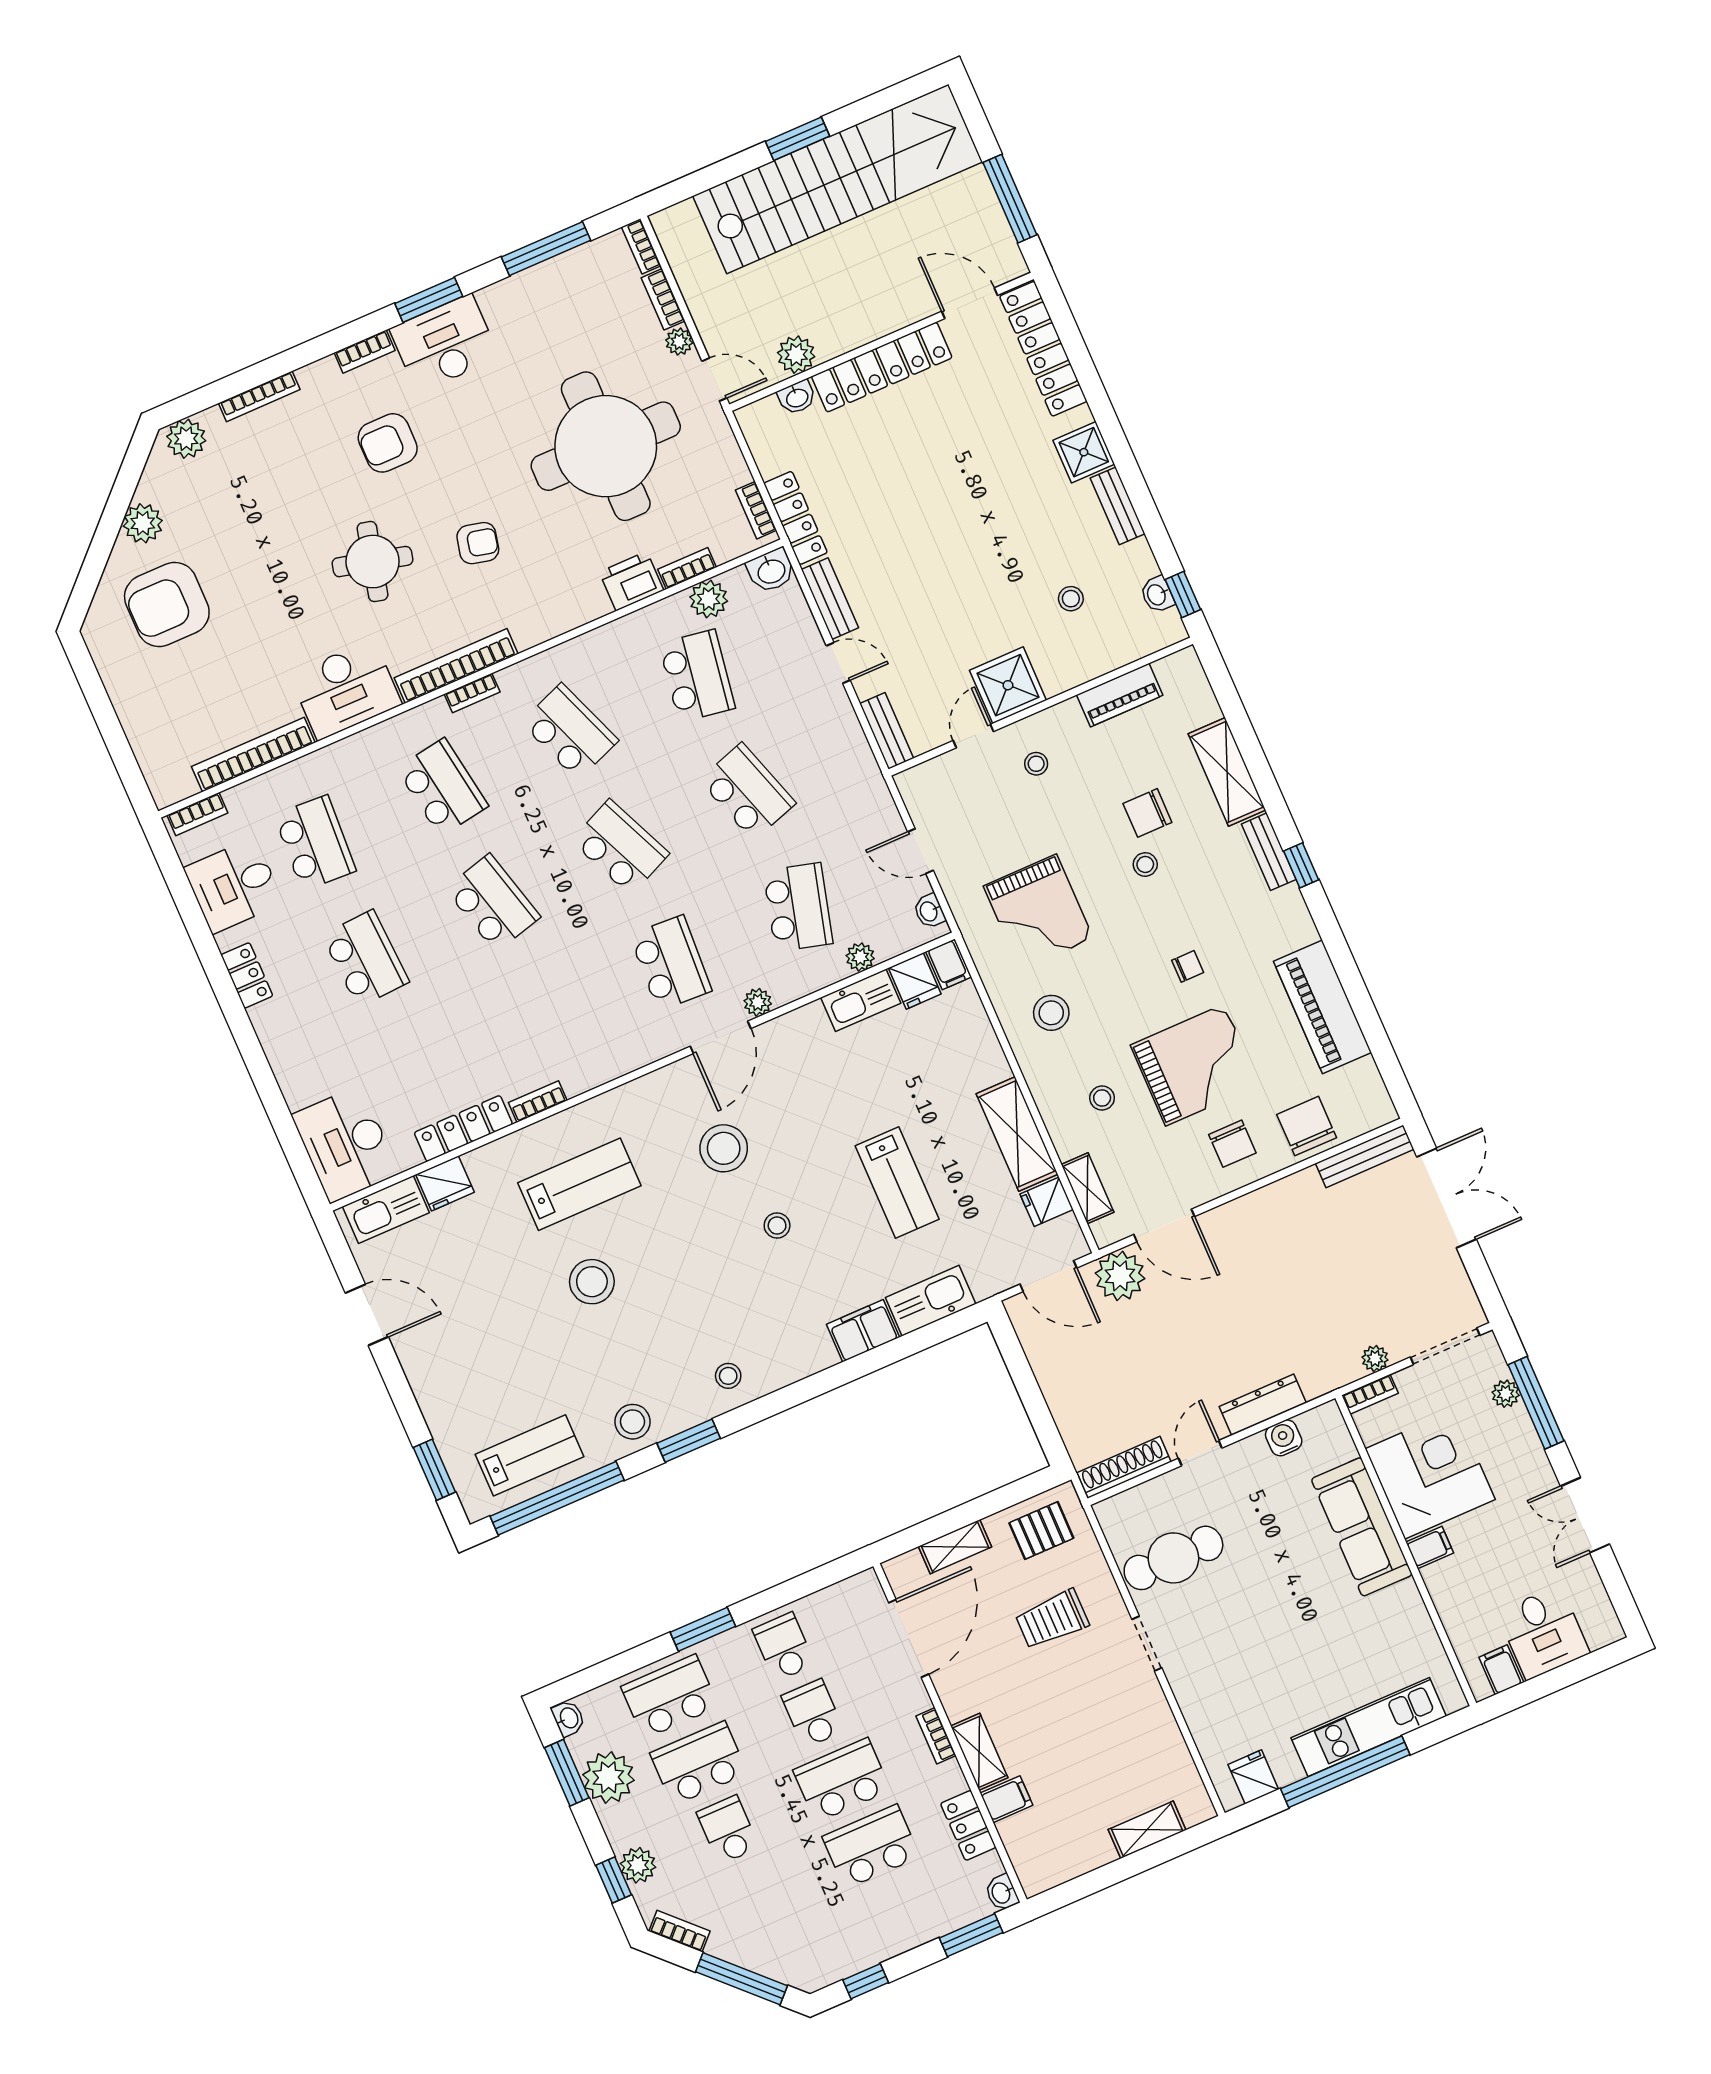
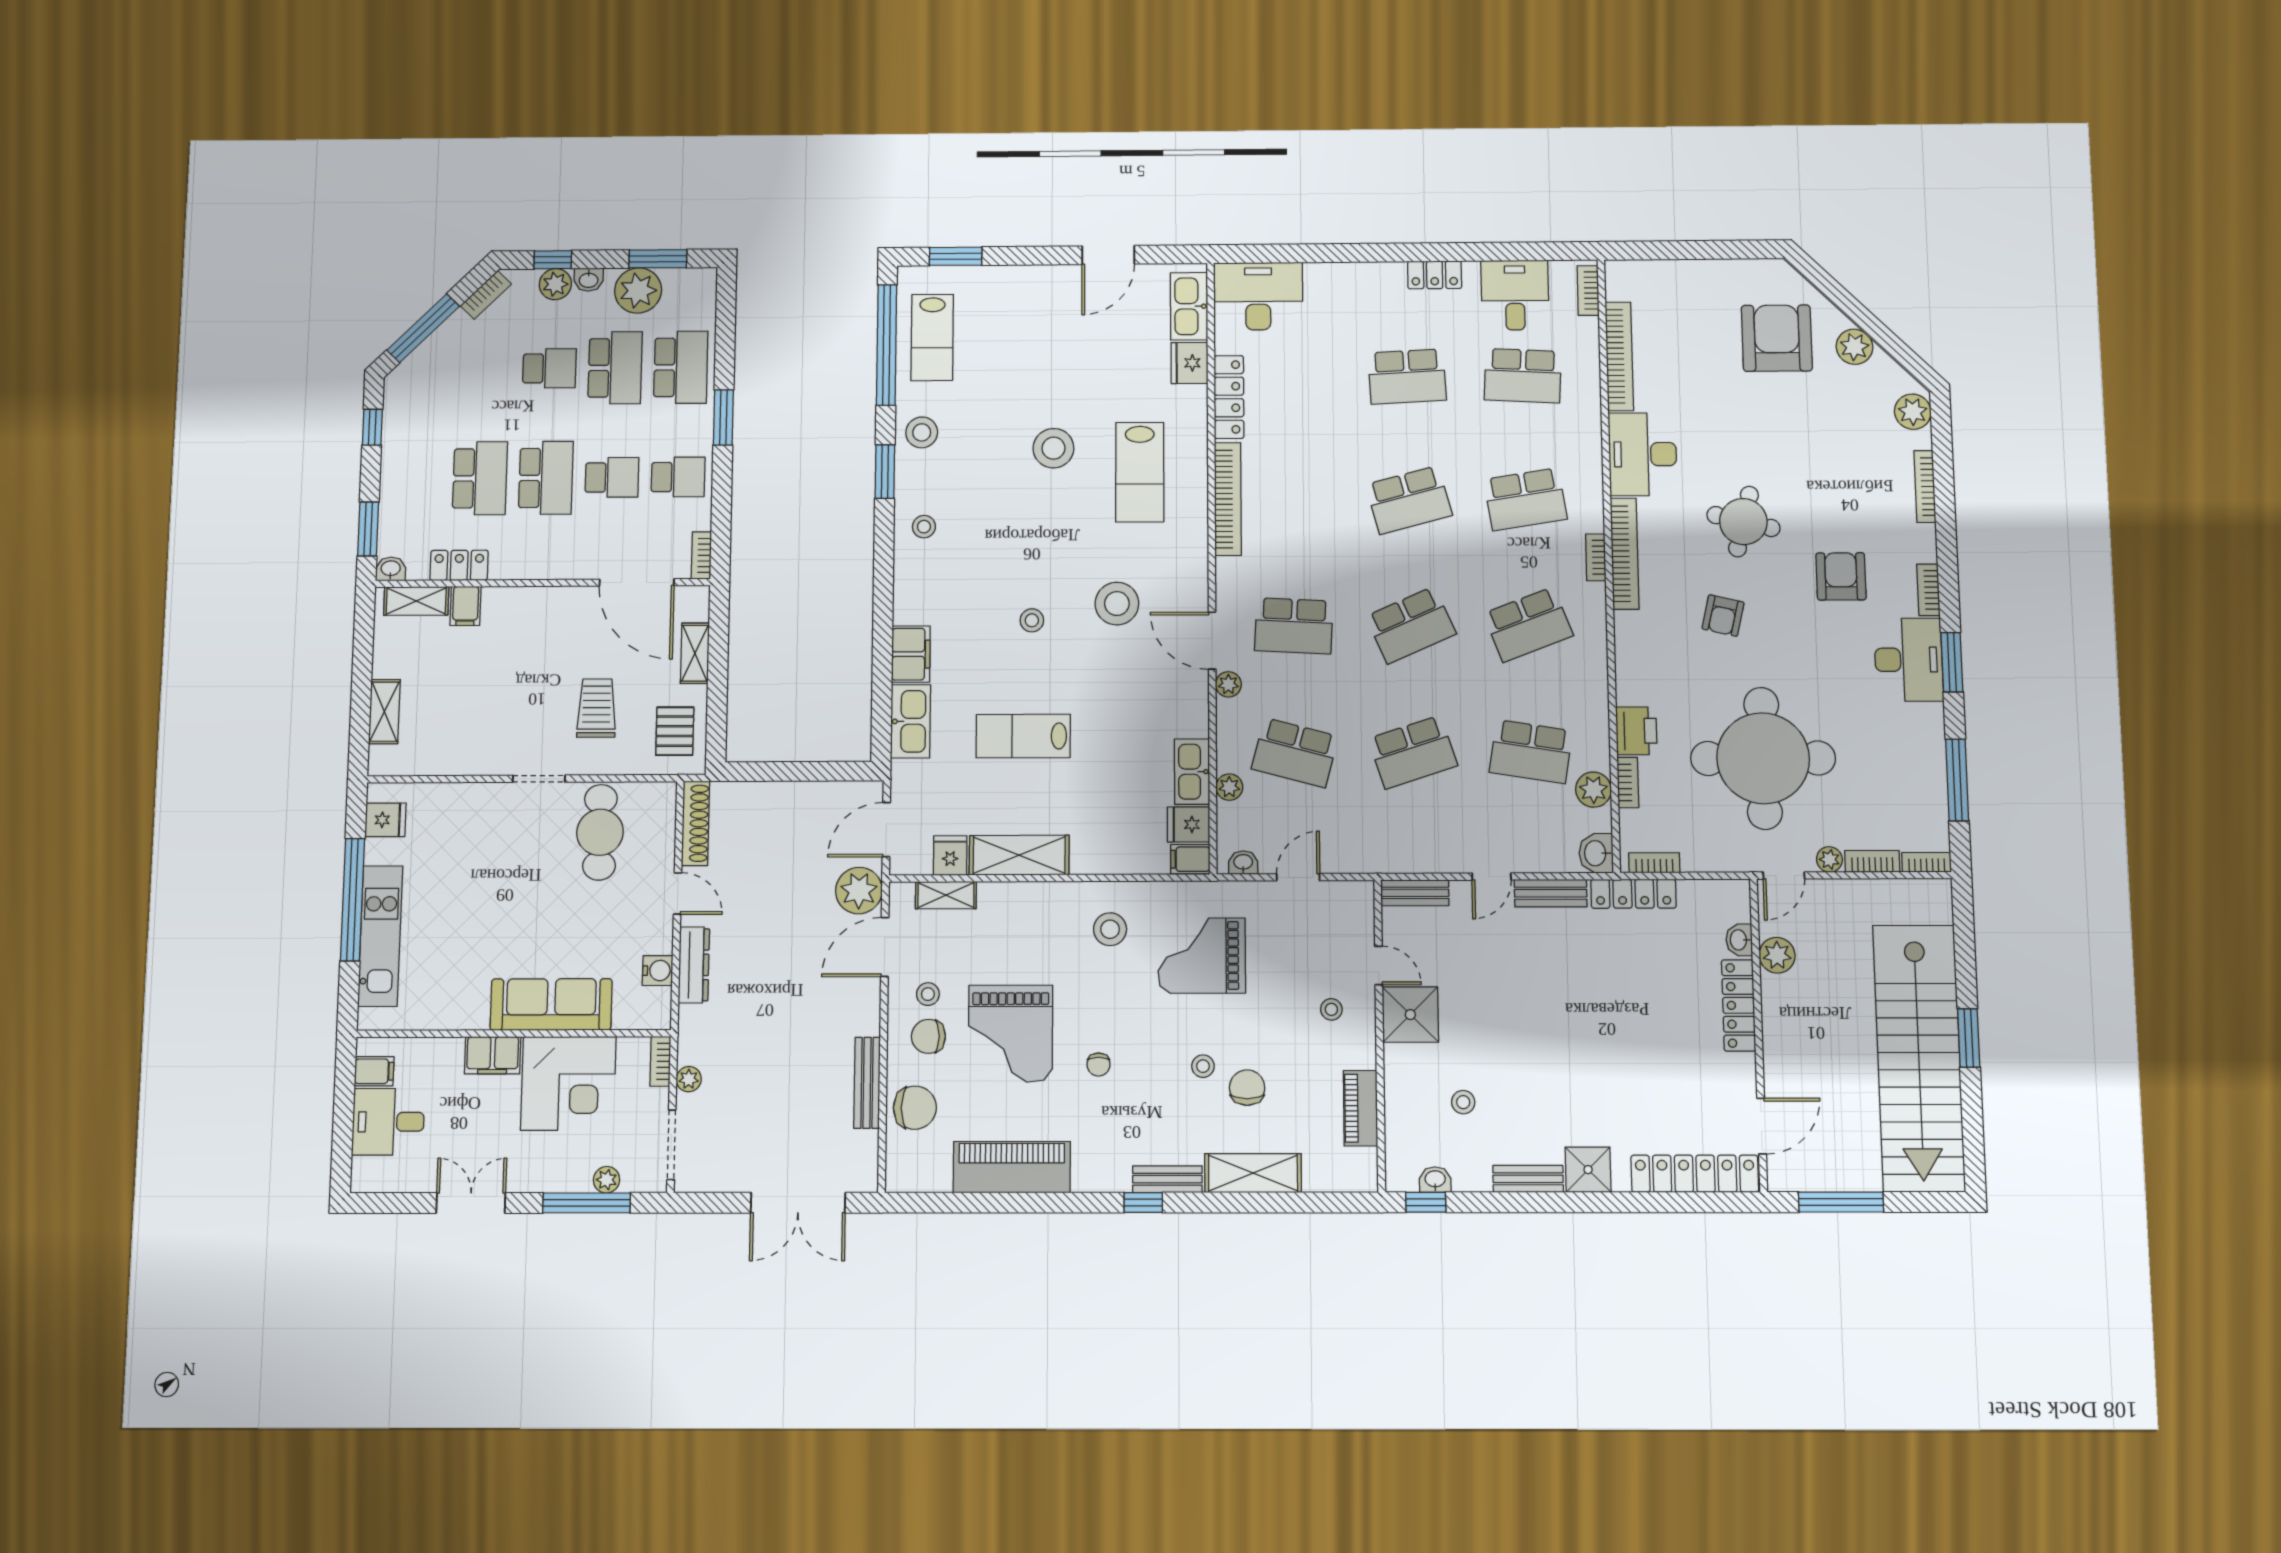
locker: (882, 367) -> (1739, 1005), width x0.71, depth x0.83
stool: (1102, 1098) -> (928, 994), moved
bookcase: (538, 1102) -> (1228, 499), width x2.31, depth x1.31
bench: (1365, 1156) -> (867, 1083), moved
filing cabinet: (1430, 1547) -> (493, 1055), width x2.00
washbasin: (568, 1718) -> (589, 280), moved
bookcase: (936, 1736) -> (701, 555), moved, turned -90
shelving: (979, 1752) -> (416, 601), moved

